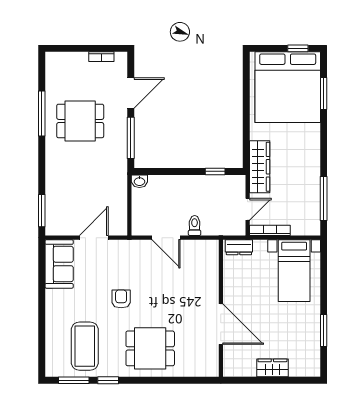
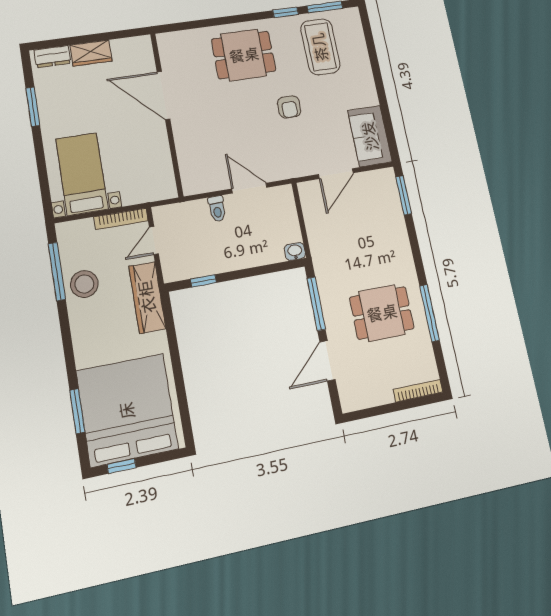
bookcase: (101, 57) -> (418, 391), moved, width x1.56
stool: (305, 186) -> (84, 284), added
dresser: (239, 247) -> (52, 57), moved, turned 180

